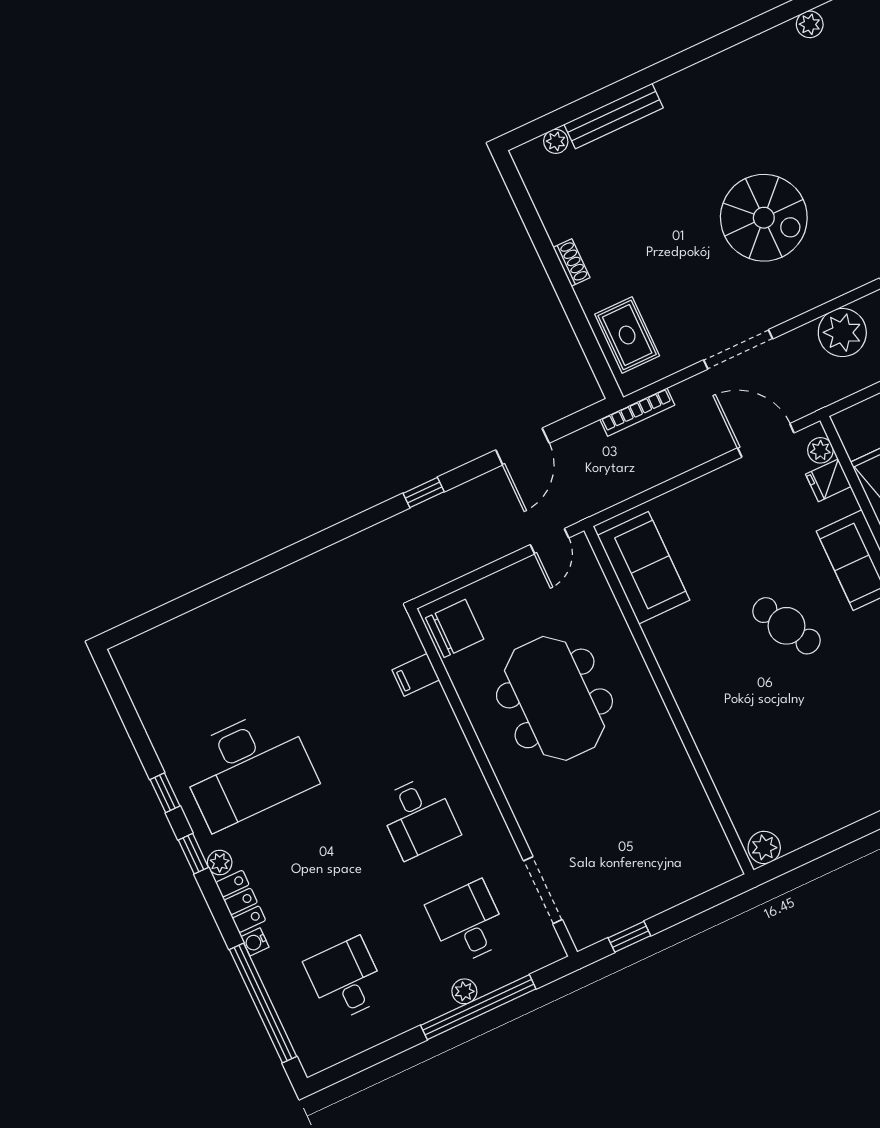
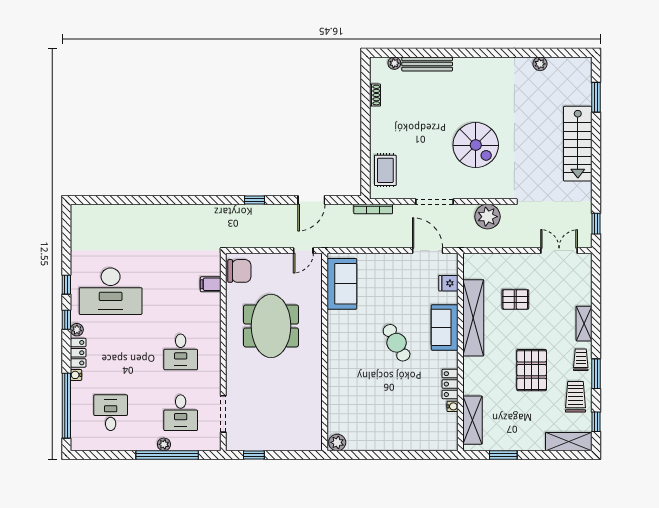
shoe rack: (571, 262) -> (375, 95), moved
plant: (820, 450) -> (451, 267), removed
desk: (468, 923) -> (181, 413), turned 180

